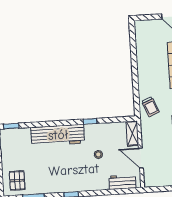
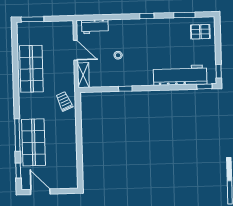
workbench: (58, 135) -> (180, 75), moved
pallet: (17, 181) -> (200, 32), turned 90

